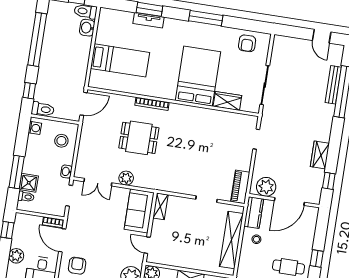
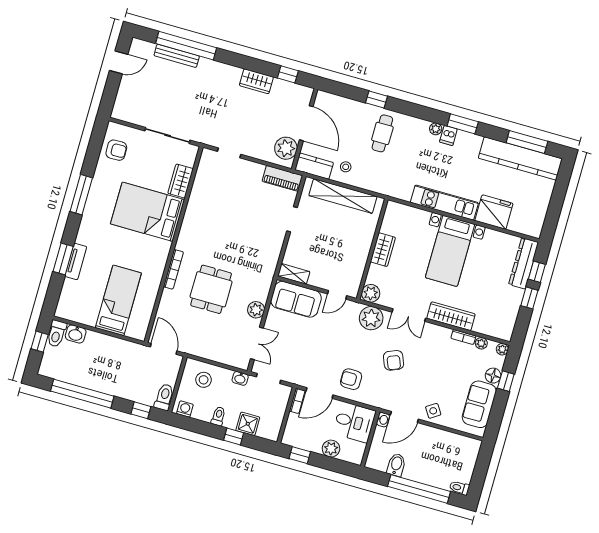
window: (17, 172) -> (234, 436), width x0.46
toilet: (26, 197) -> (218, 416), moved

